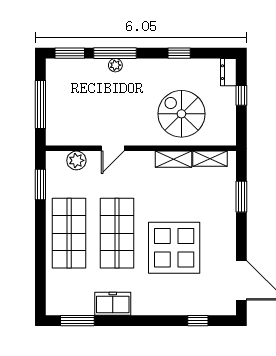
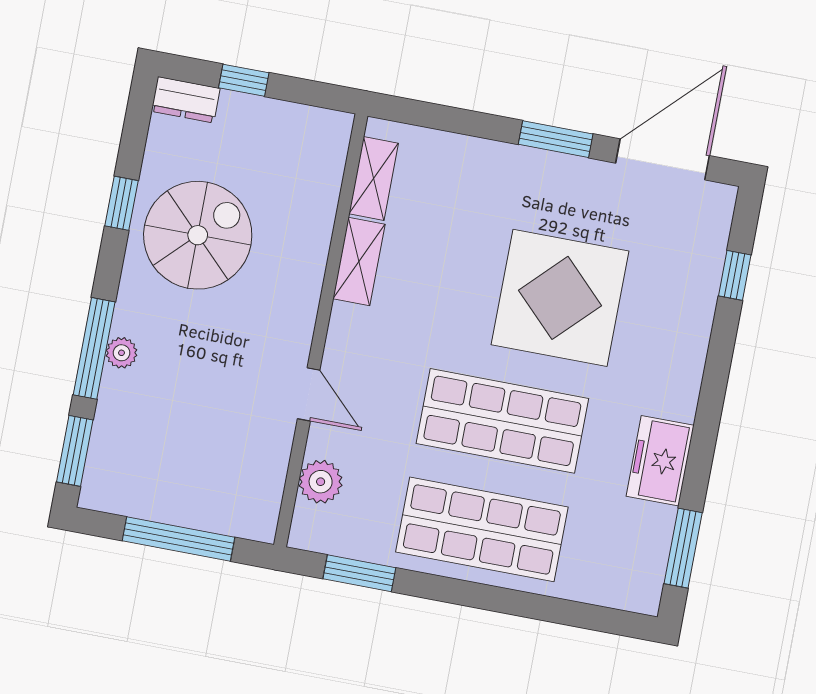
spiral stairs: (181, 114) -> (198, 235), moved, turned 180
window: (241, 197) -> (556, 139), moved

